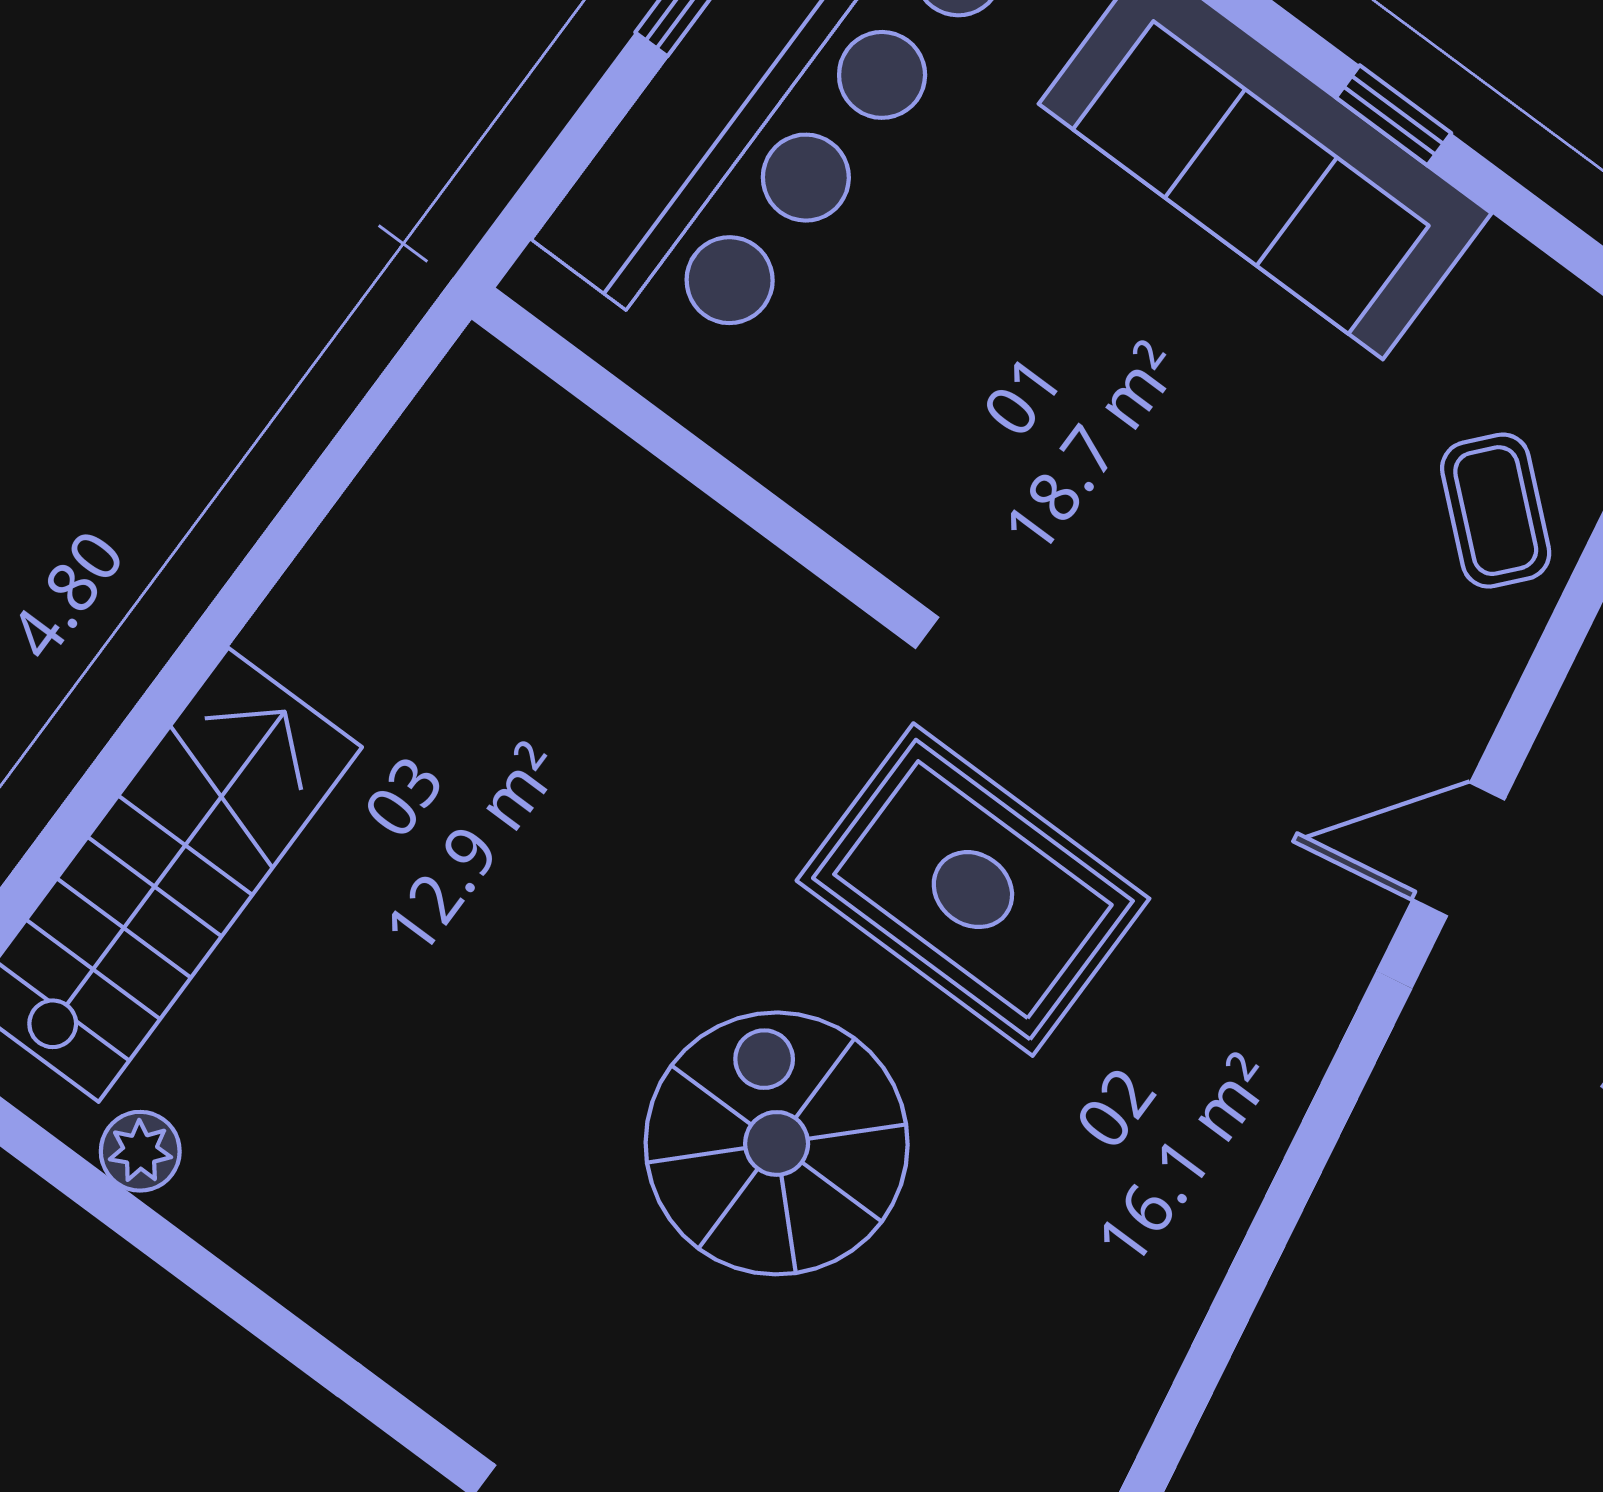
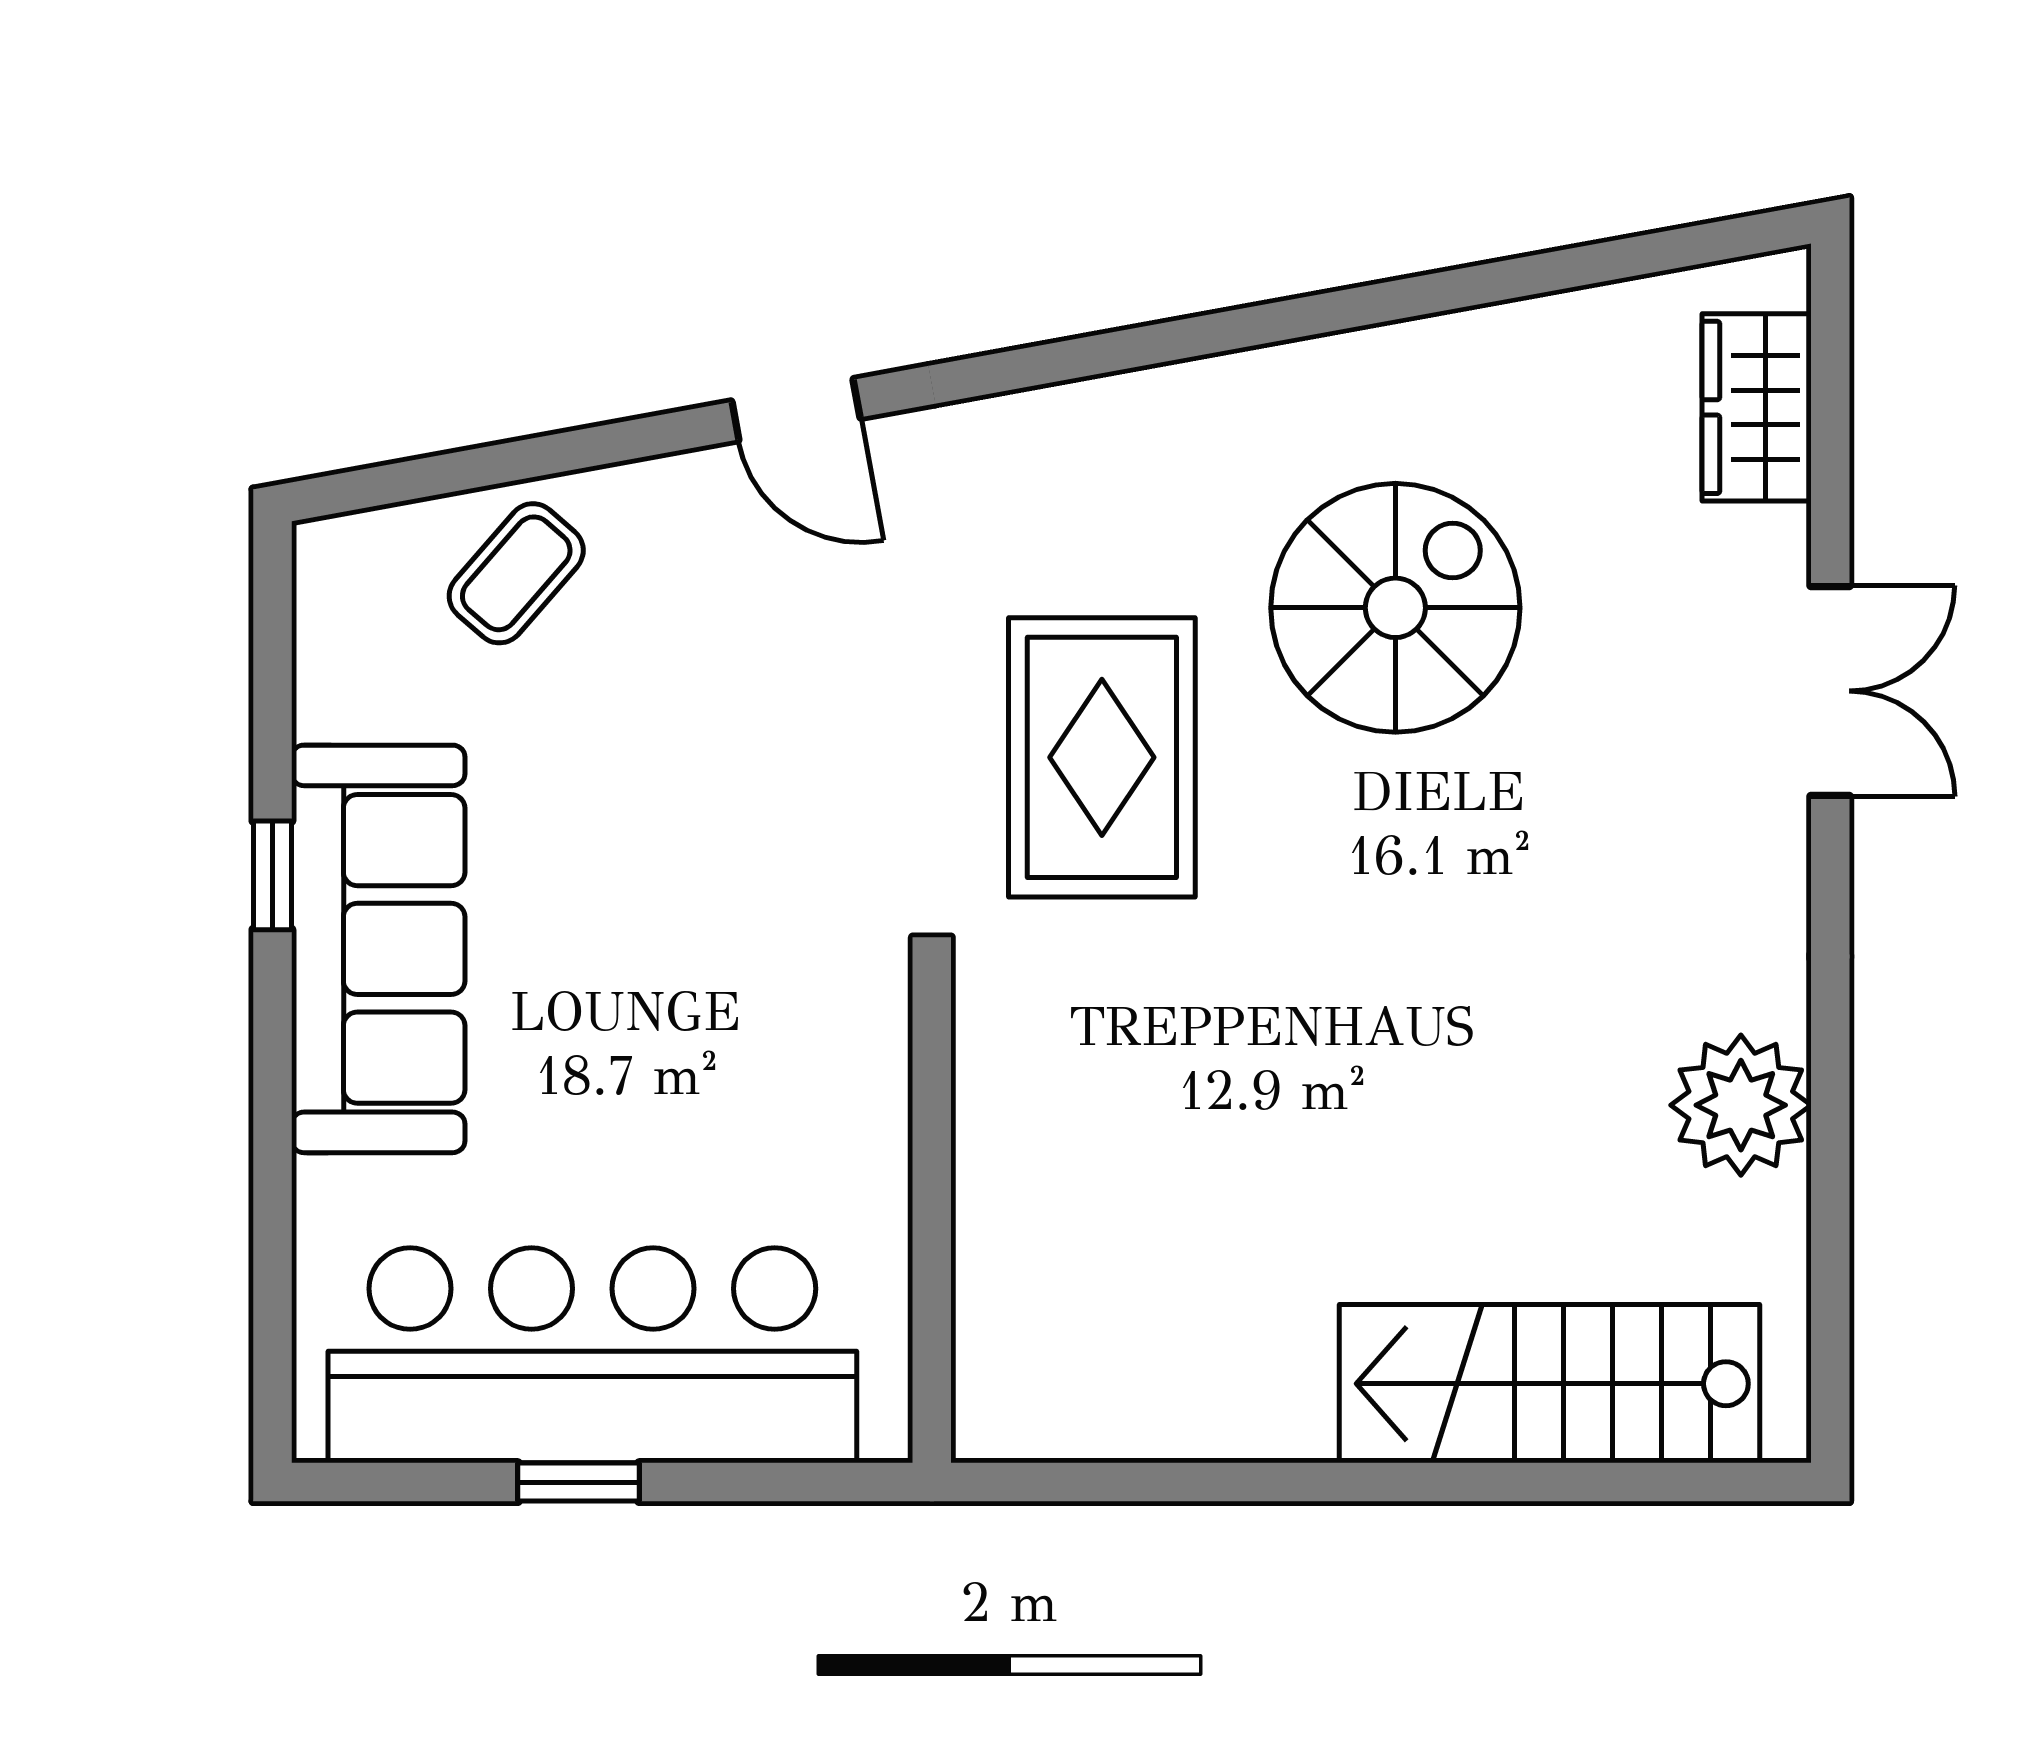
spiral stairs: (777, 1143) -> (1395, 608), moved, turned 180
plant: (140, 1151) -> (1741, 1105), moved, width x1.88, depth x1.88

